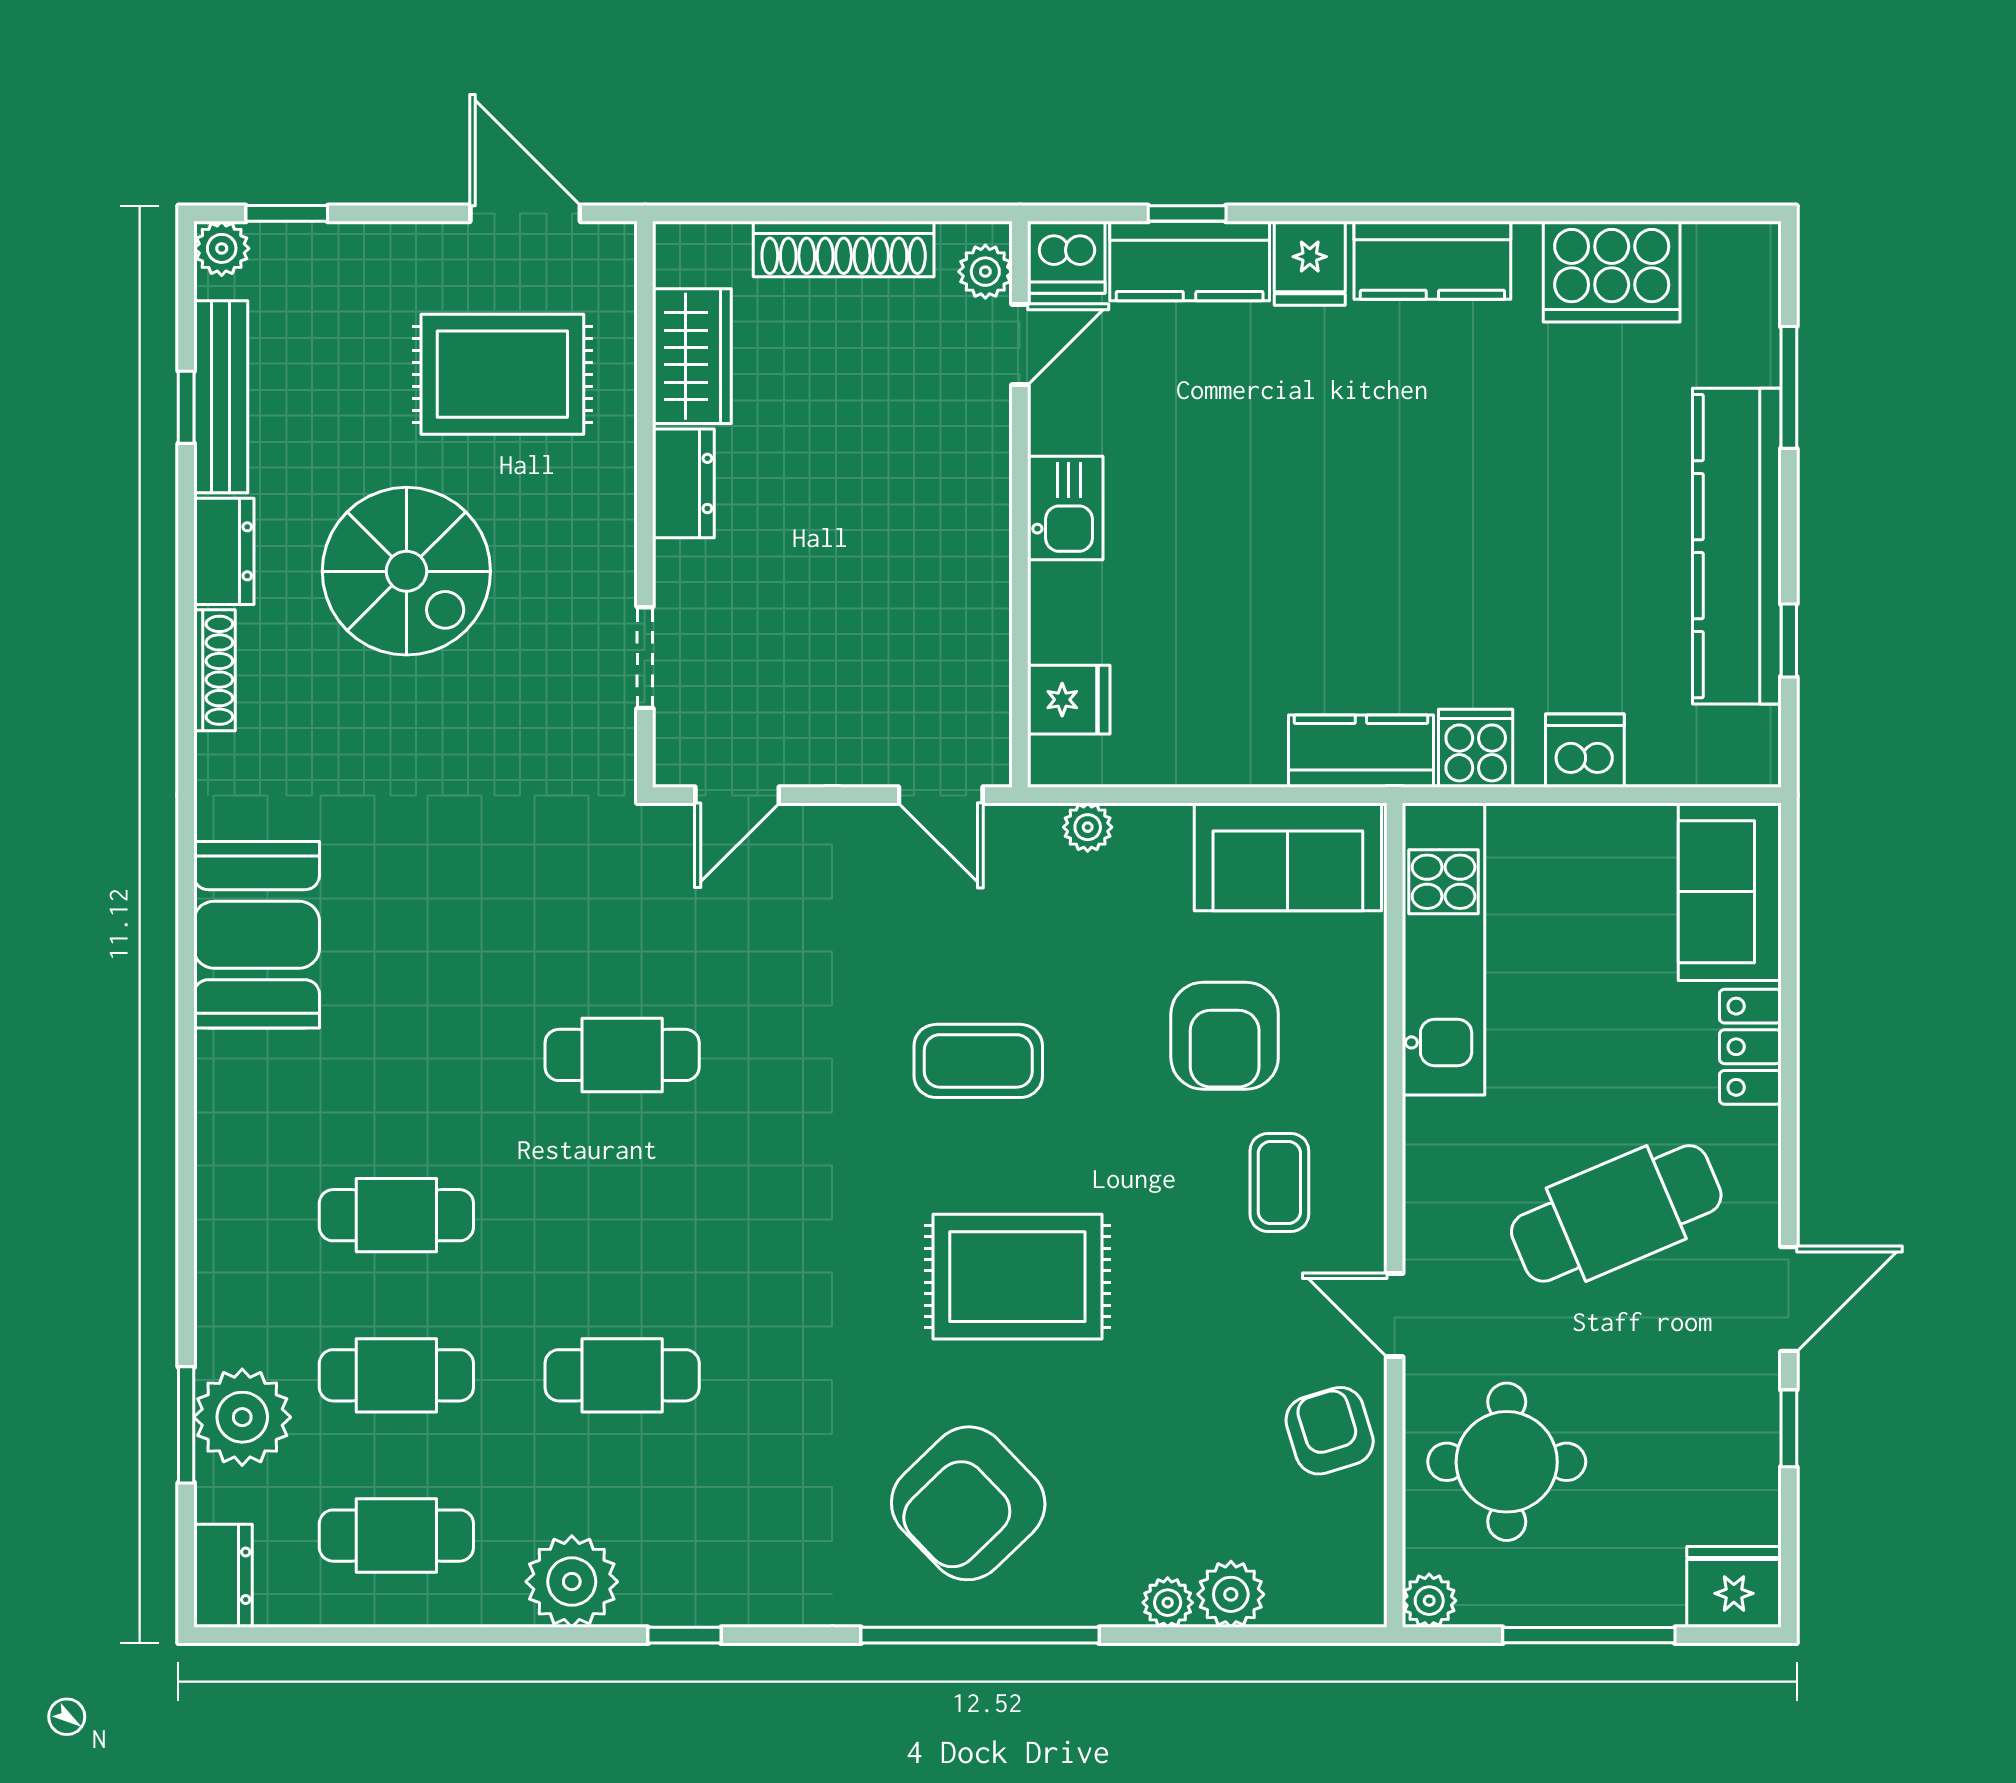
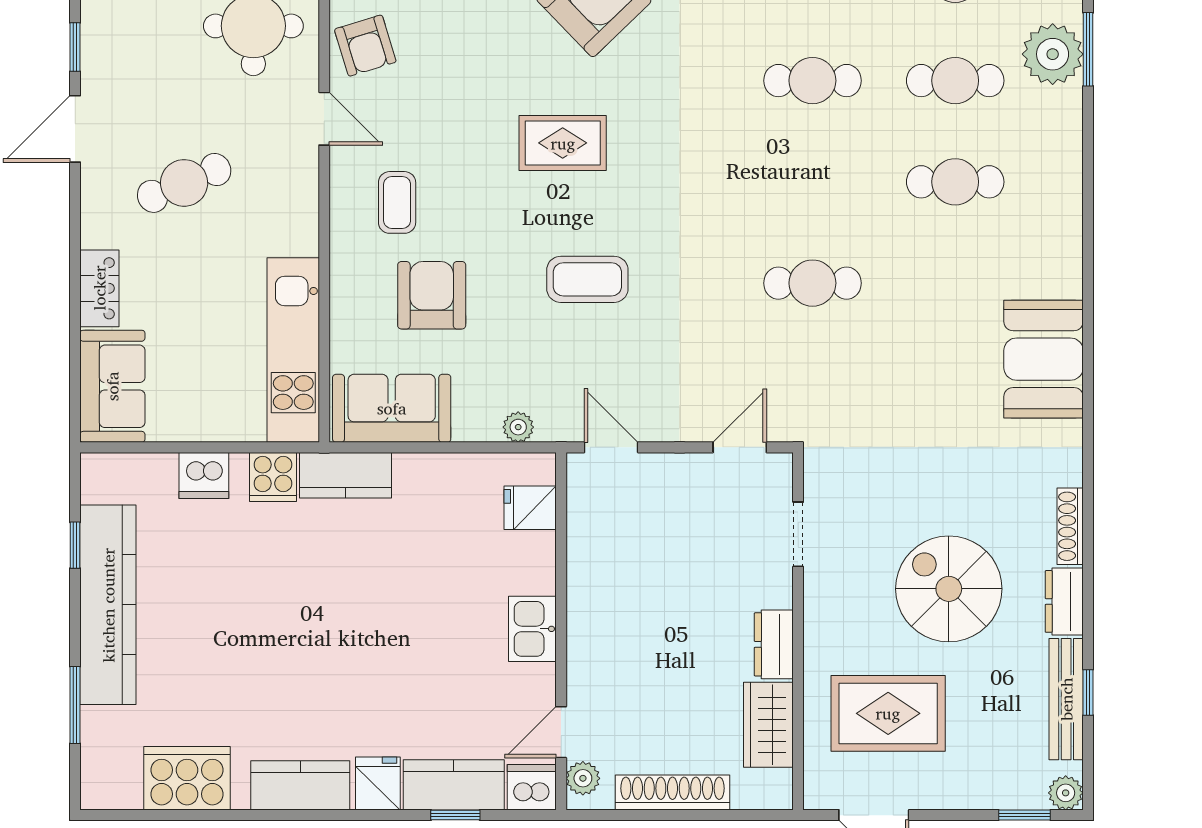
cafe table: (1616, 1213) -> (184, 183), width x0.73, depth x0.74
rug: (1017, 1277) -> (563, 143), width x0.73, depth x0.70

